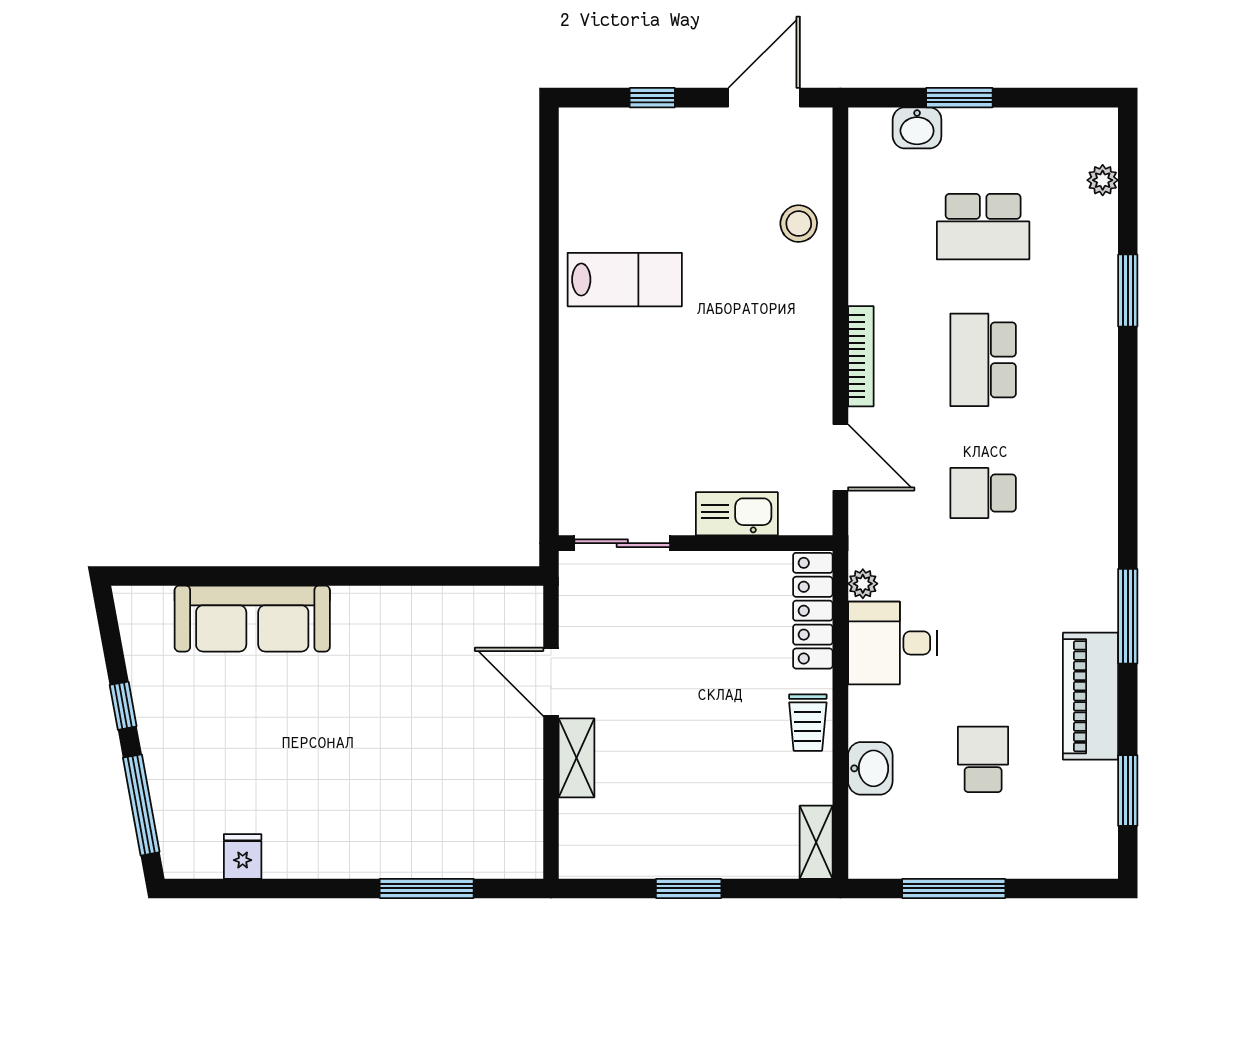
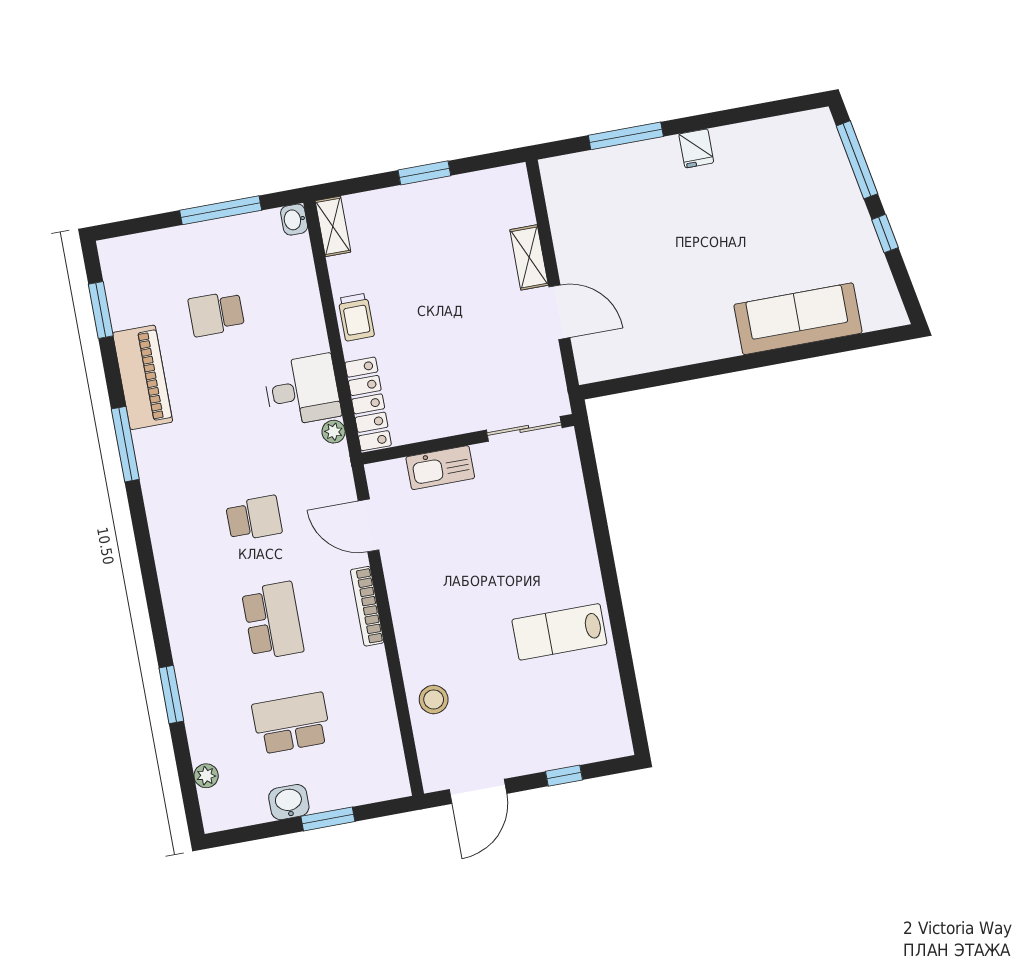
washbasin: (917, 128) -> (289, 802), moved
trolley: (808, 723) -> (356, 317), turned 180
school desk: (983, 759) -> (216, 314), turned 90
washbasin: (870, 768) -> (294, 220), moved, width x0.72, depth x0.69
fridge: (243, 856) -> (696, 148), moved

